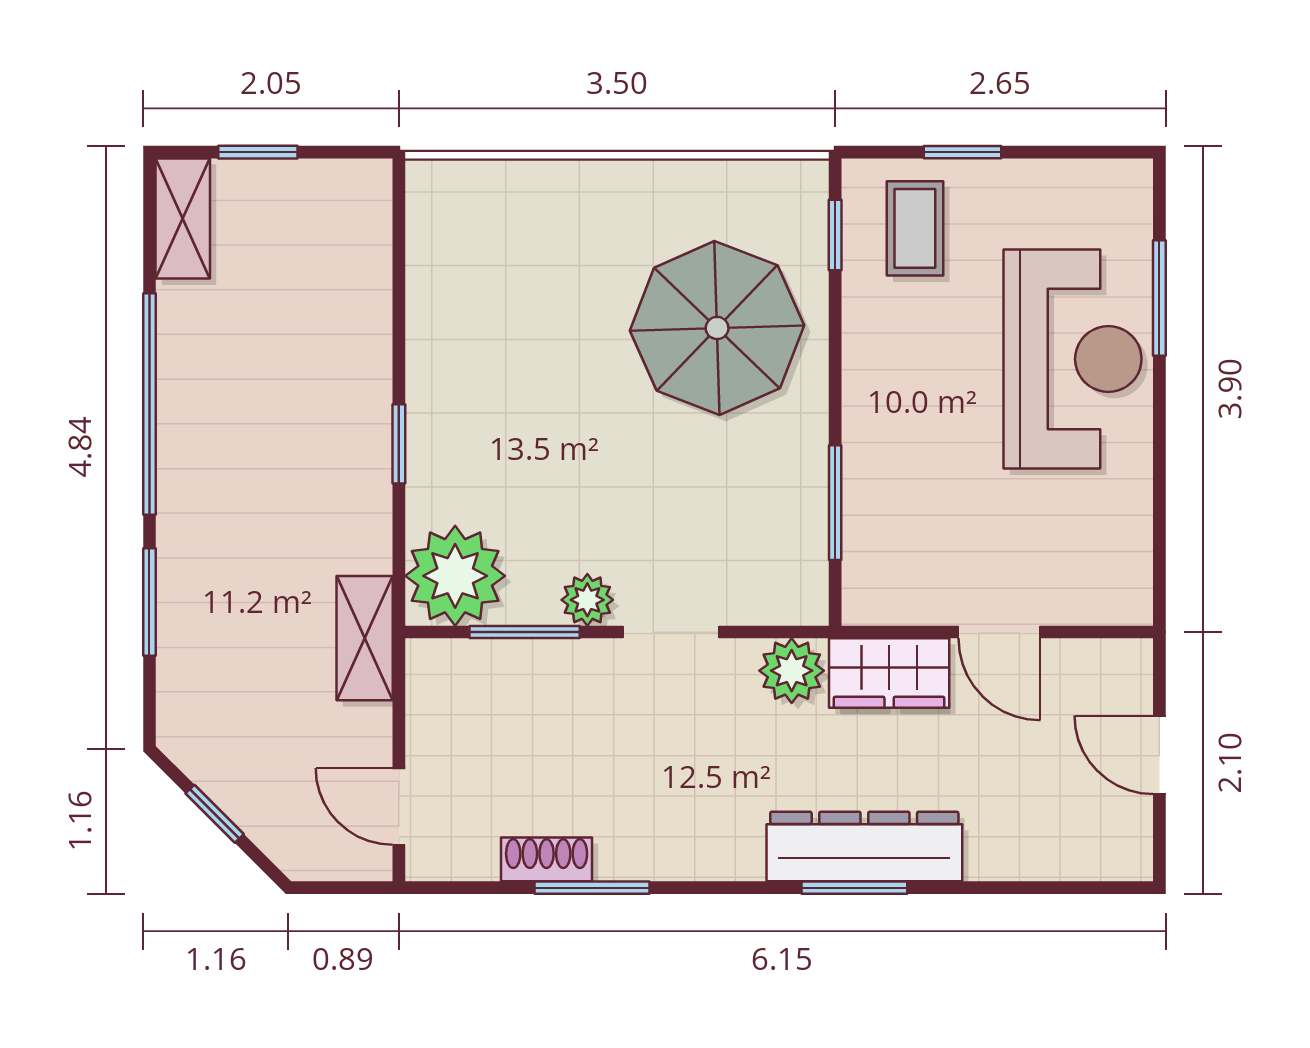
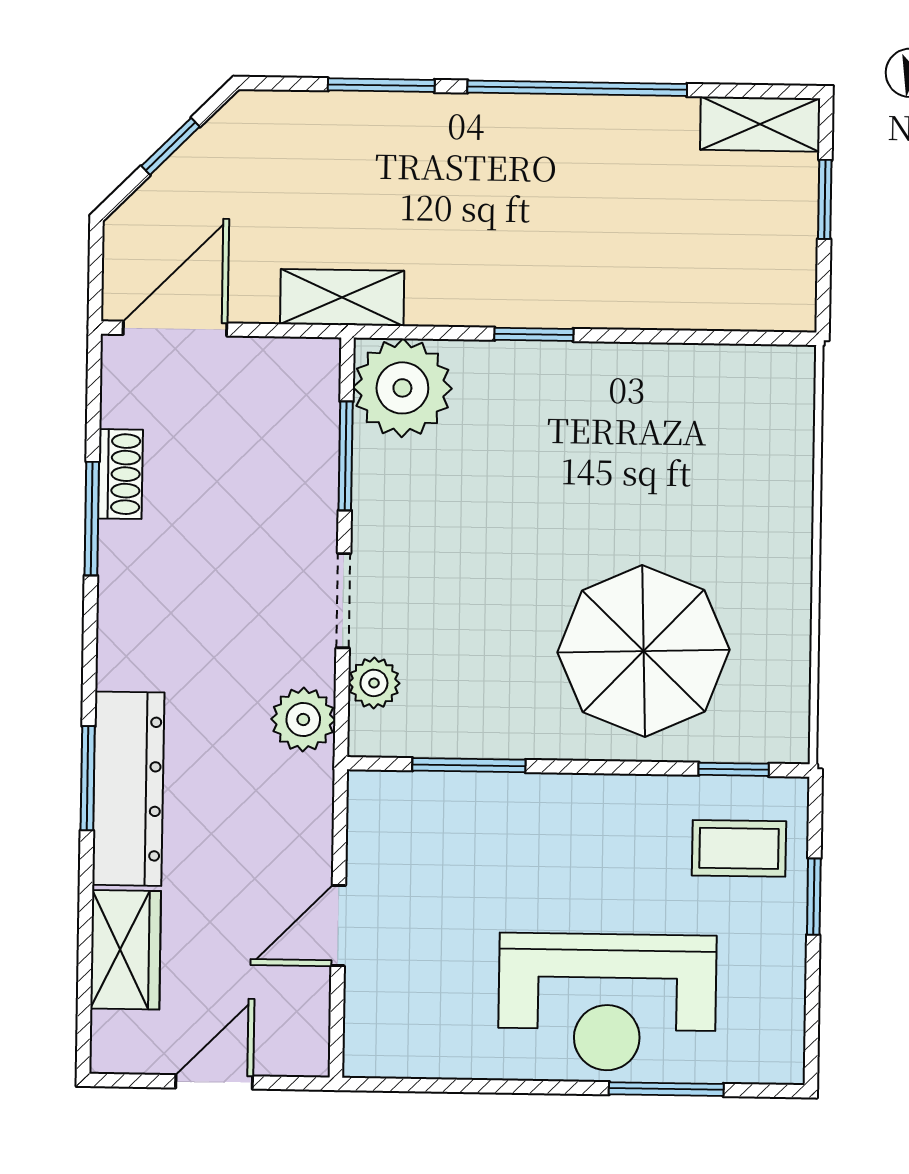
plant: (587, 600) -> (374, 683), moved
wardrobe: (889, 673) -> (126, 950), moved, turned 180
door: (399, 806) -> (175, 329), width x1.38

